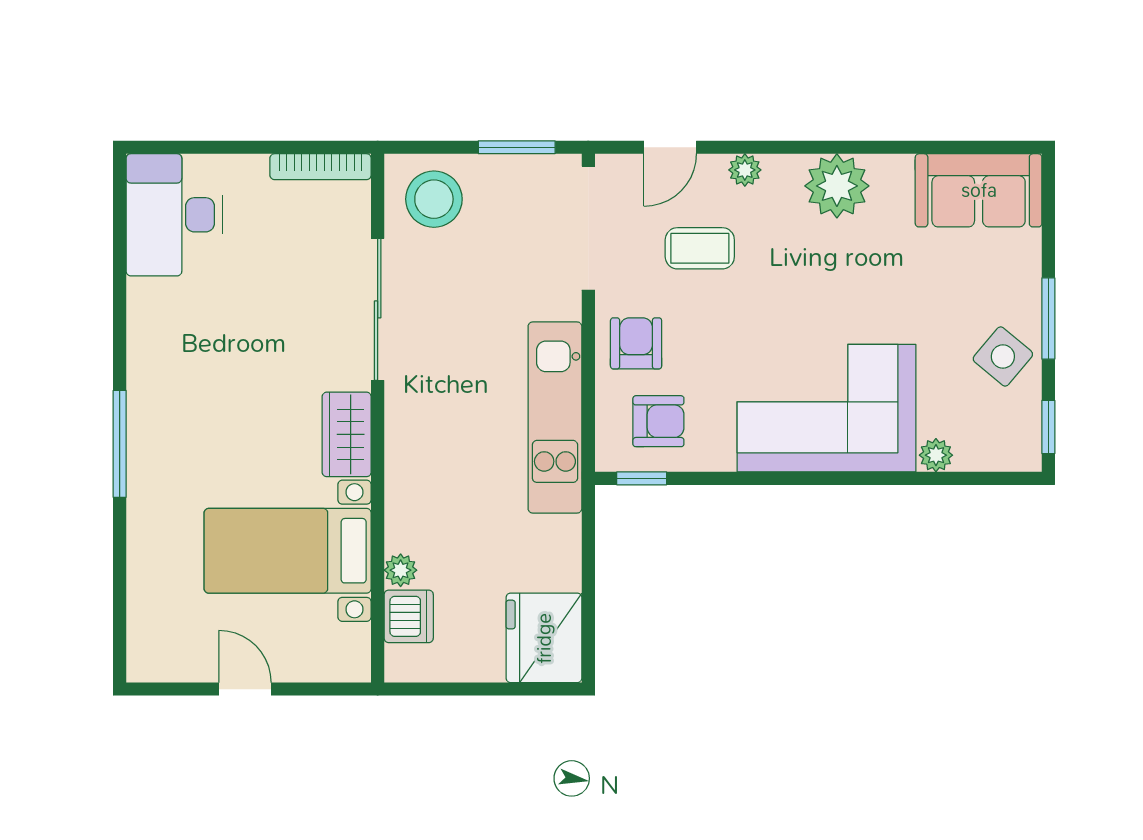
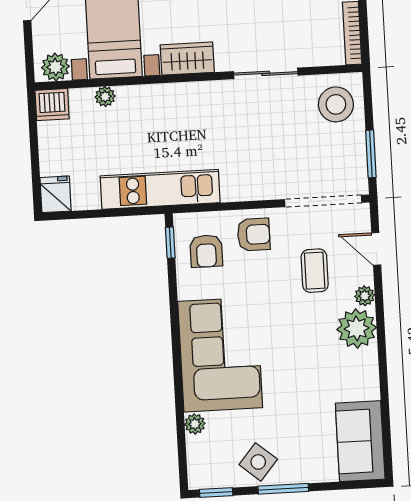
plant: (837, 186) -> (357, 328), moved
sliding door: (378, 309) -> (266, 73), width x0.73
kitchen unit: (555, 417) -> (160, 189), moved
dishwasher: (409, 616) -> (52, 105), moved
fridge: (544, 638) -> (56, 194), width x0.53, depth x0.75
plant: (348, 648) -> (55, 67), added

